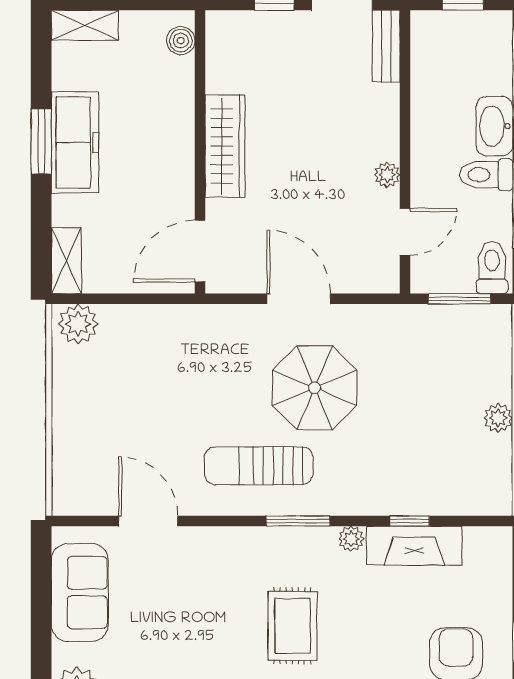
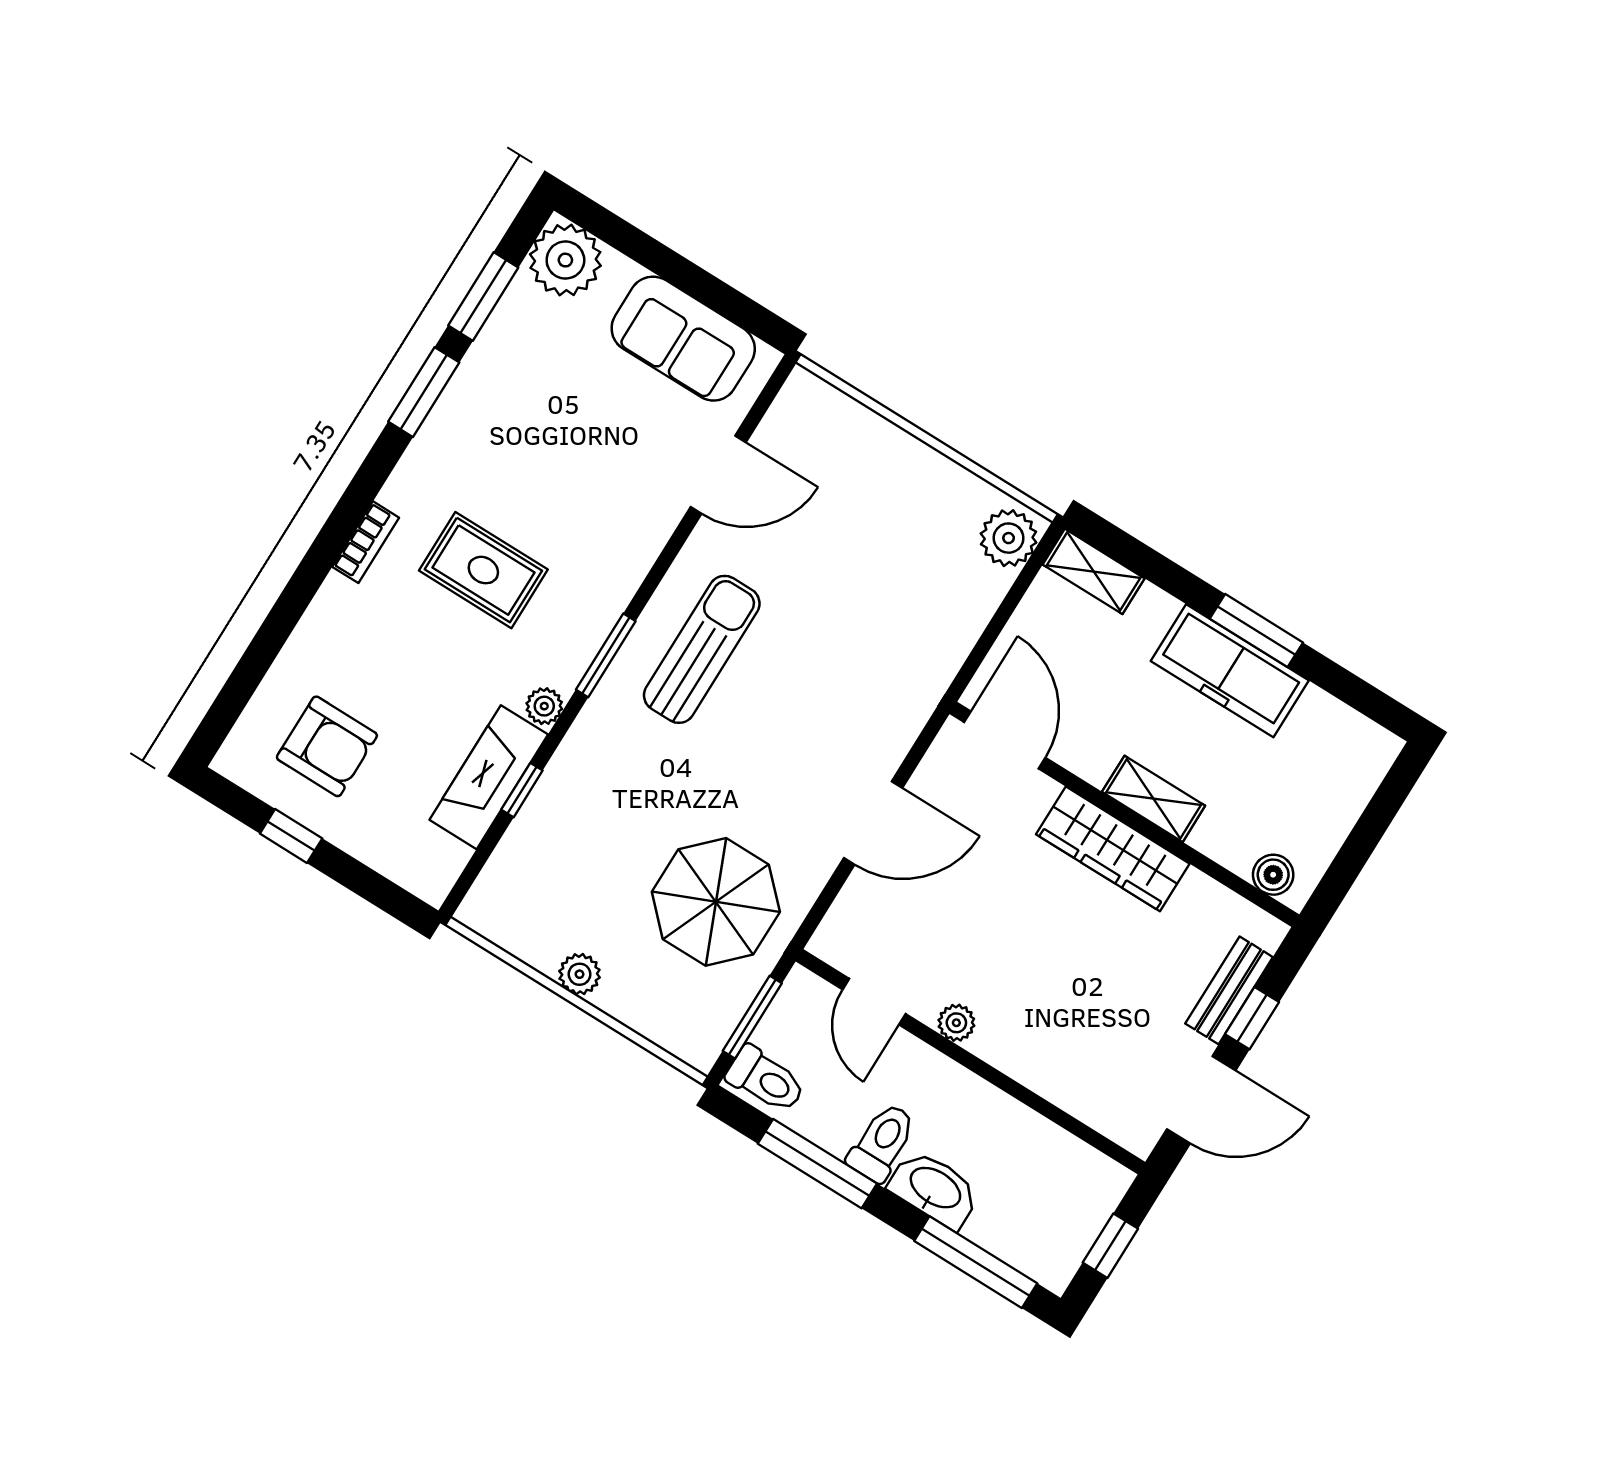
shelving: (85, 25) -> (1154, 799), moved, turned 90
bench: (386, 46) -> (1229, 990), moved, turned 90
parasol: (315, 388) -> (716, 902), moved

